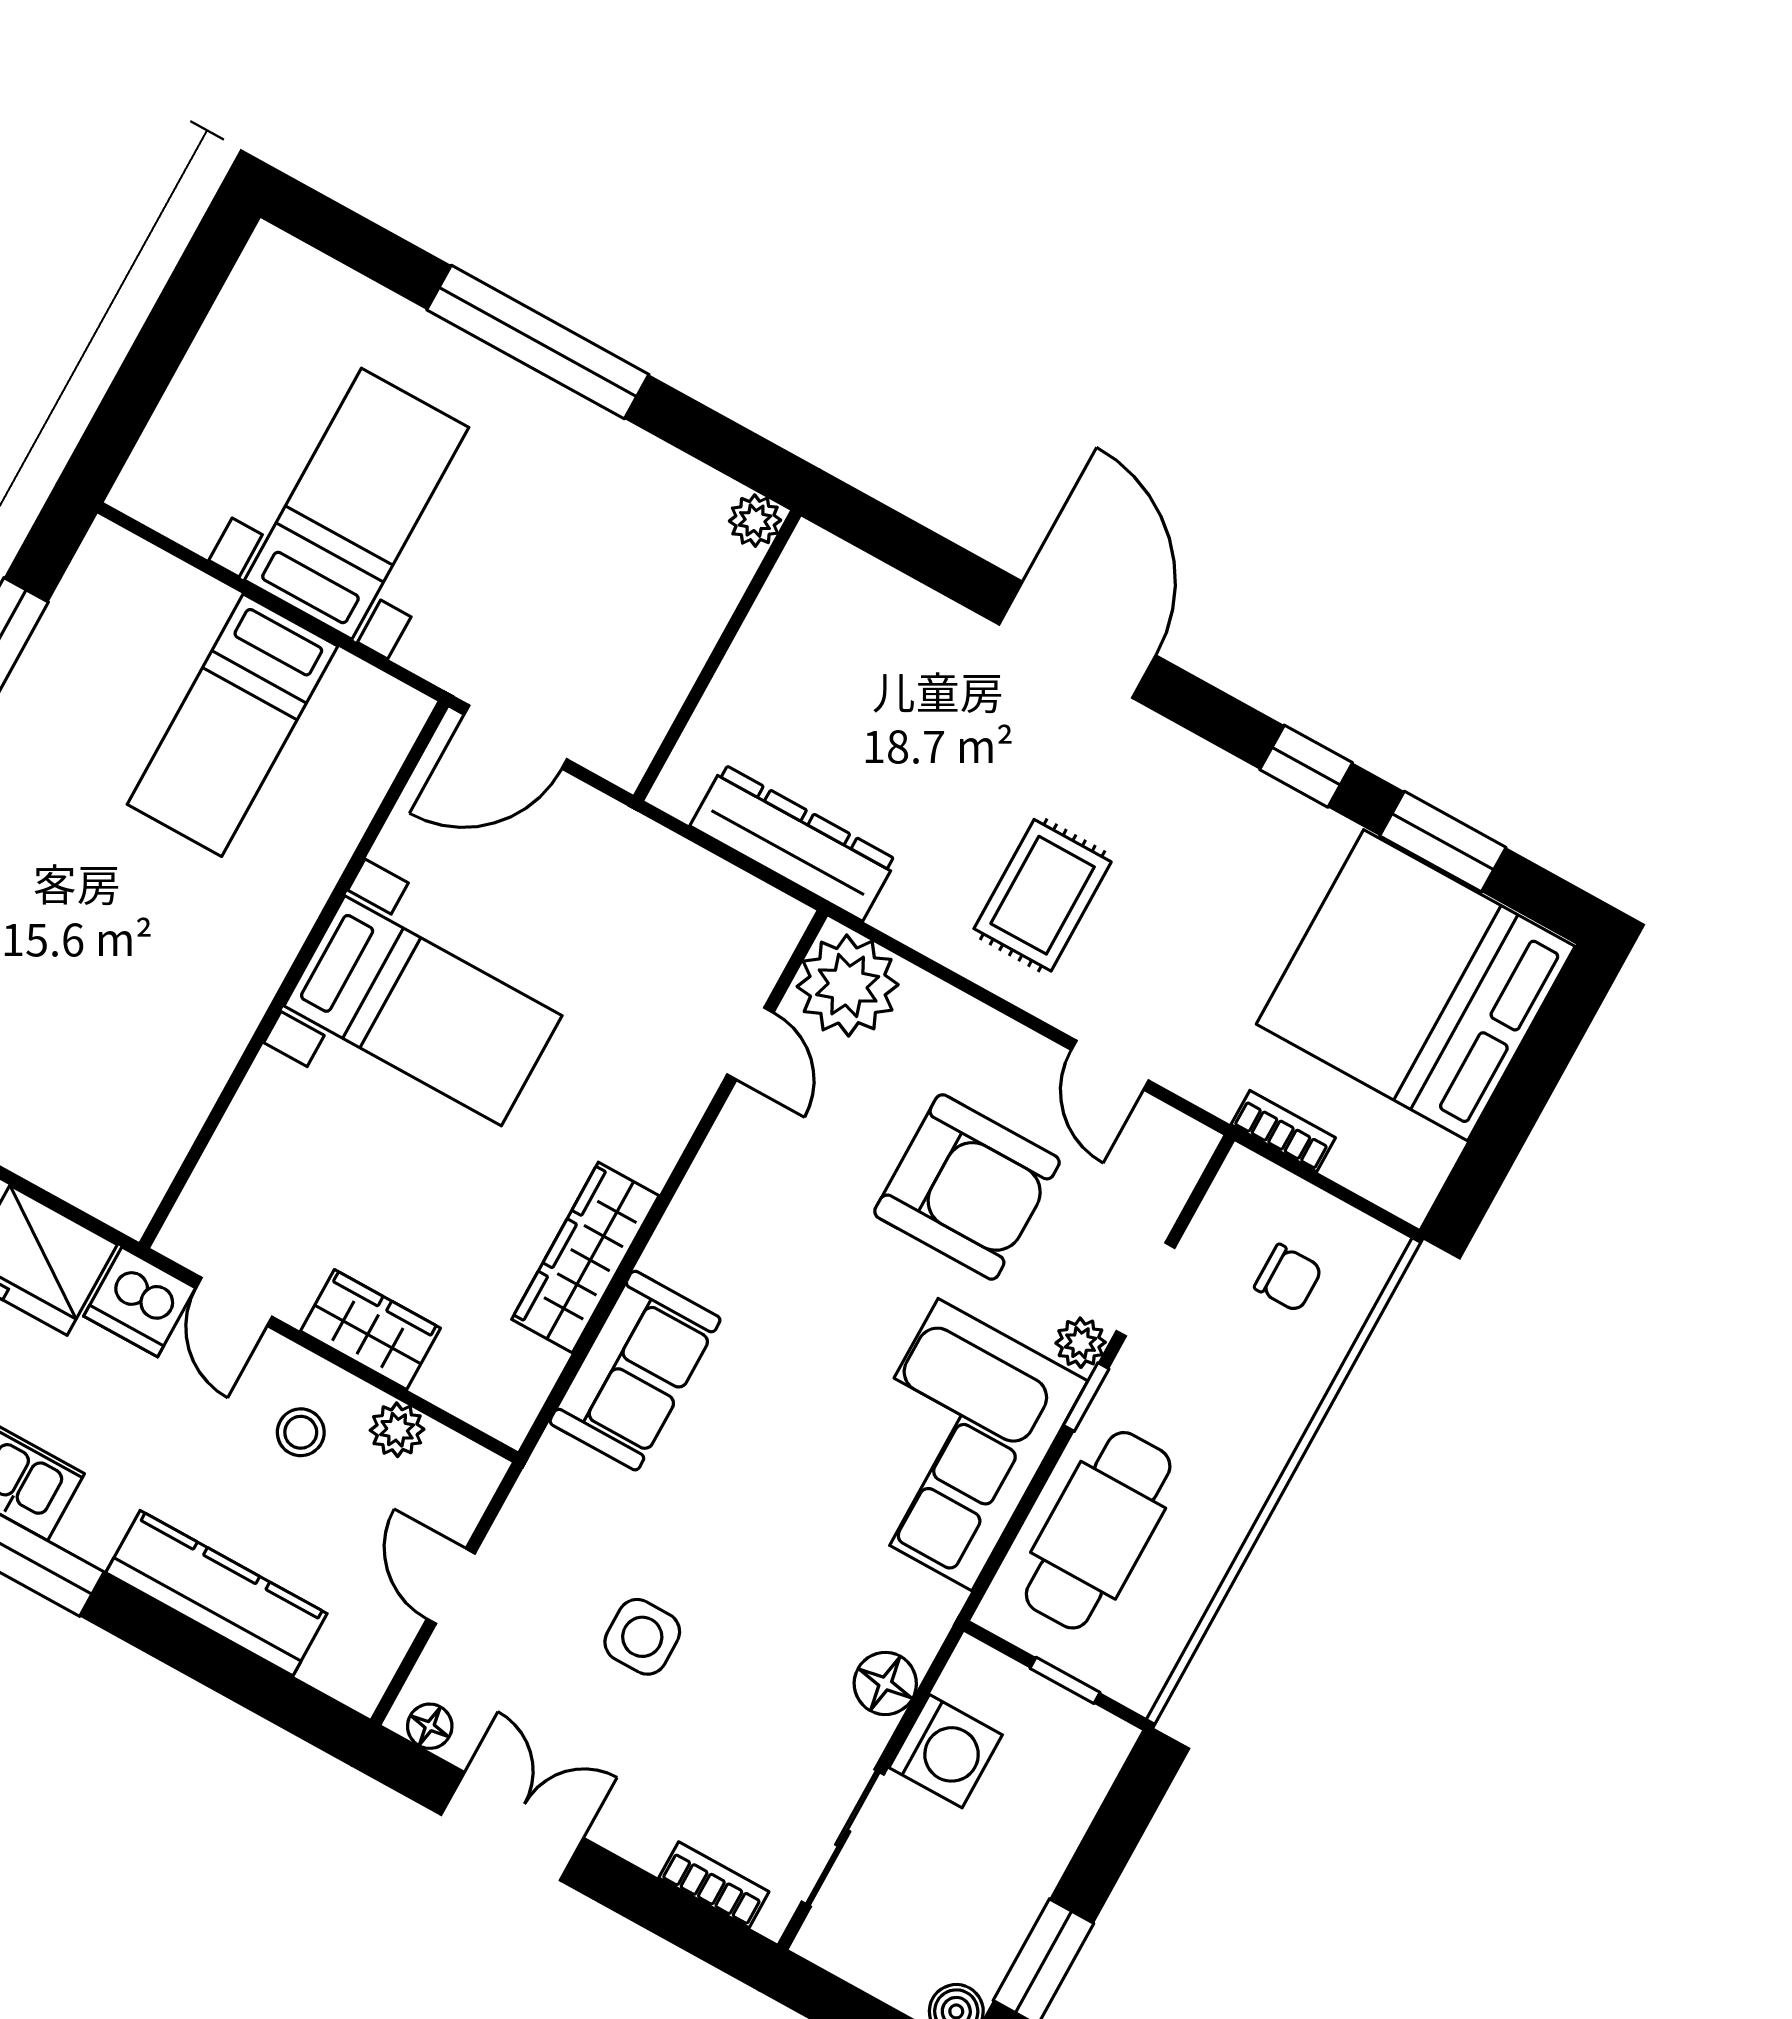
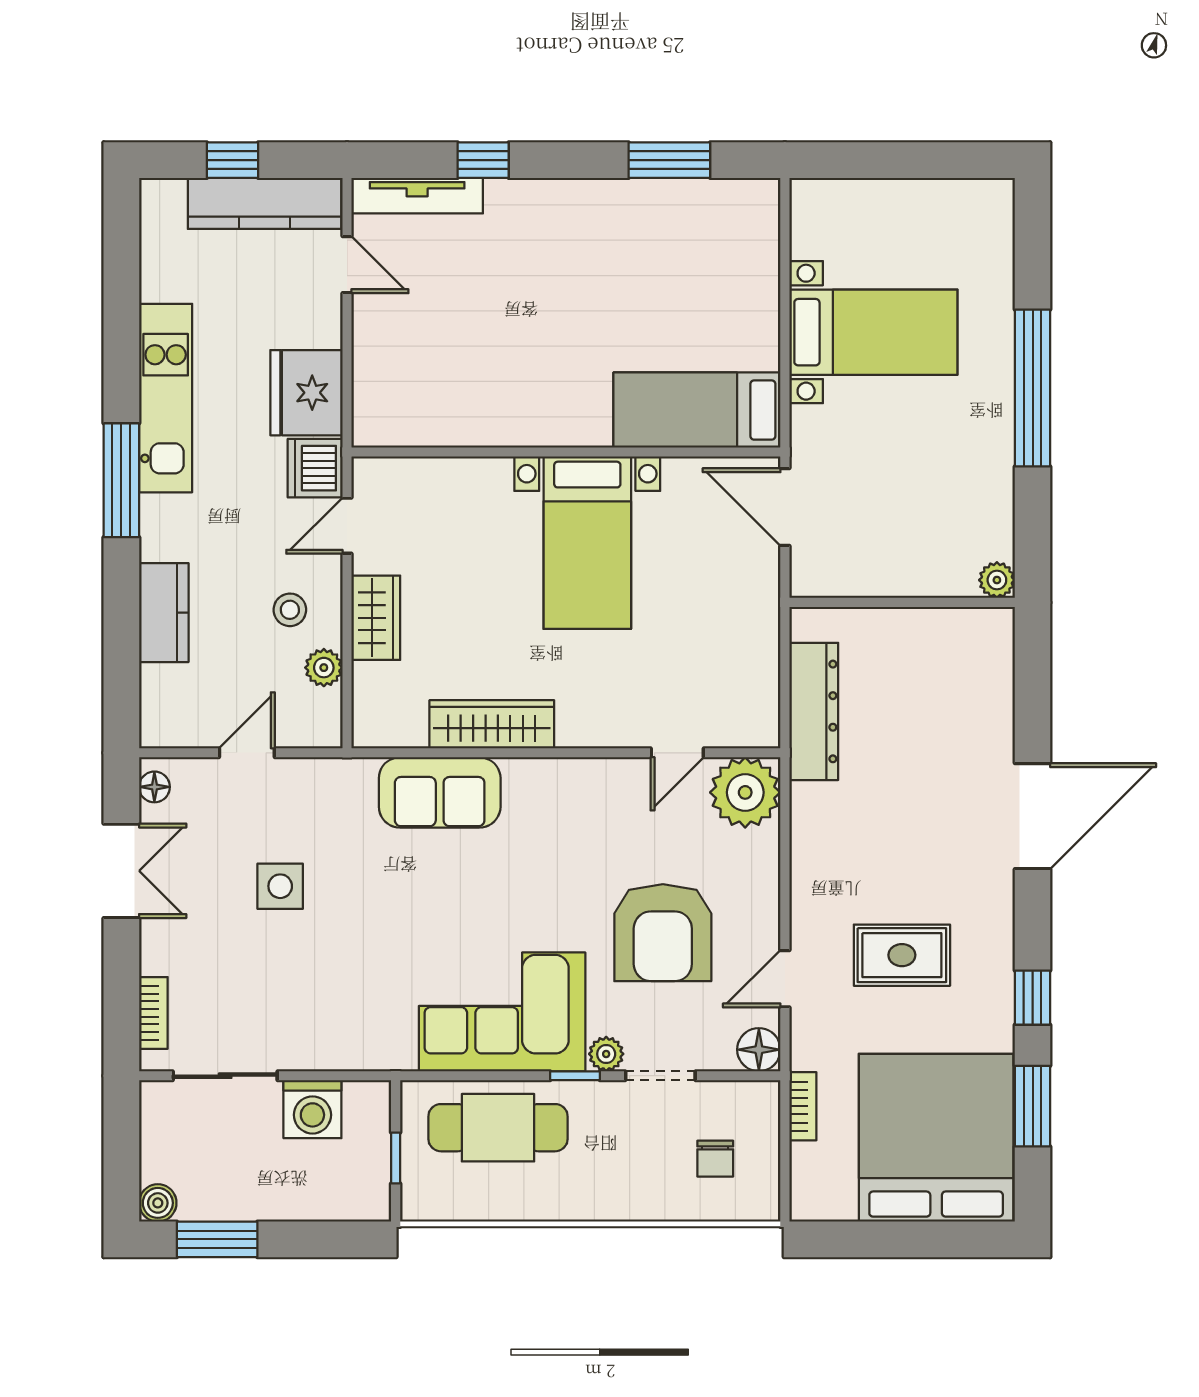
bed: (232, 725) -> (697, 410), moved
rug: (1043, 895) -> (902, 955), moved
kitchen counter: (216, 1593) -> (164, 613), width x0.67
floor lamp: (885, 1683) -> (759, 1050), moved

